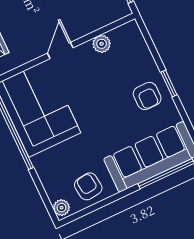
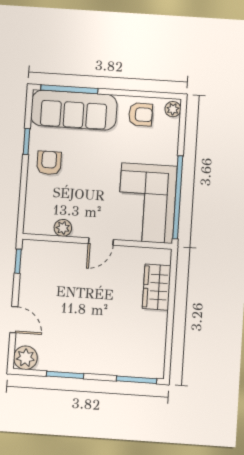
window: (169, 83) -> (26, 141), moved
armchair: (88, 186) -> (141, 115), turned -83

